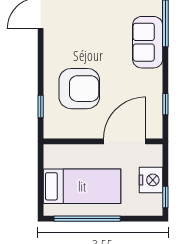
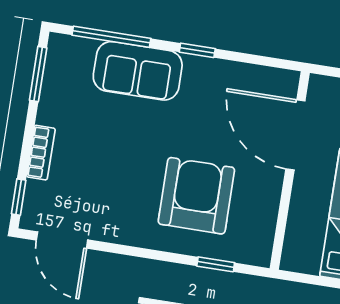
window: (165, 104) -> (197, 50), moved

